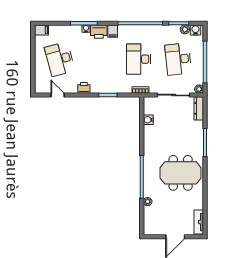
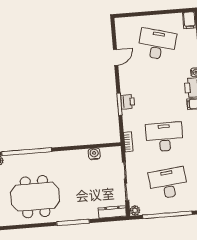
desk: (60, 59) -> (157, 44), turned 30
printer: (84, 88) -> (128, 102), moved
door: (58, 95) -> (116, 57), moved
meeting table: (181, 173) -> (35, 197), turned 90

